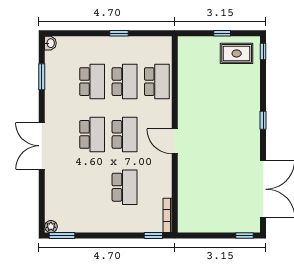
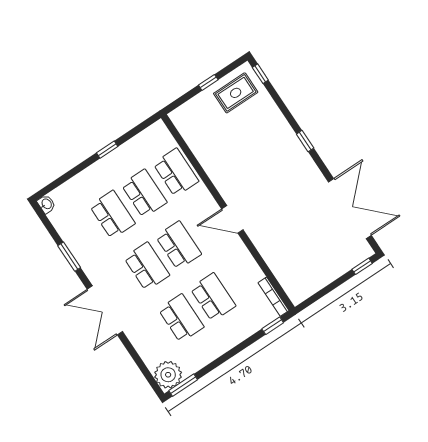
window: (42, 77) -> (69, 257), moved
school desk: (92, 187) -> (181, 318), added
plant: (51, 227) -> (168, 375), width x1.87, depth x1.87

